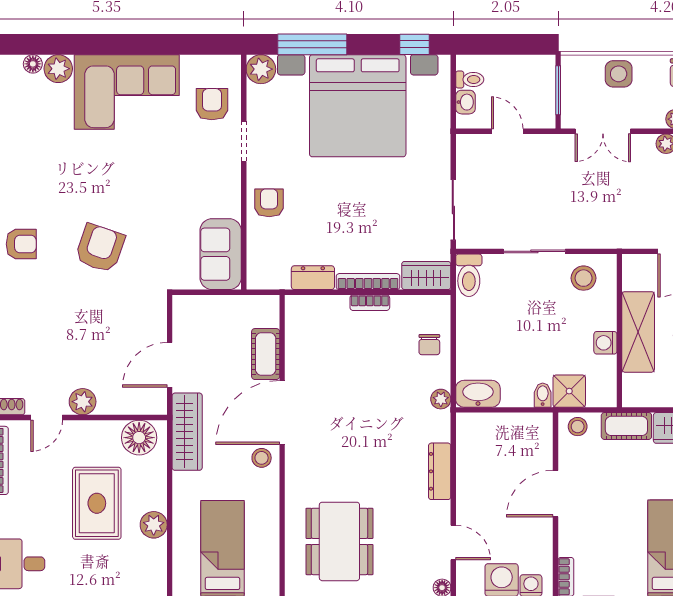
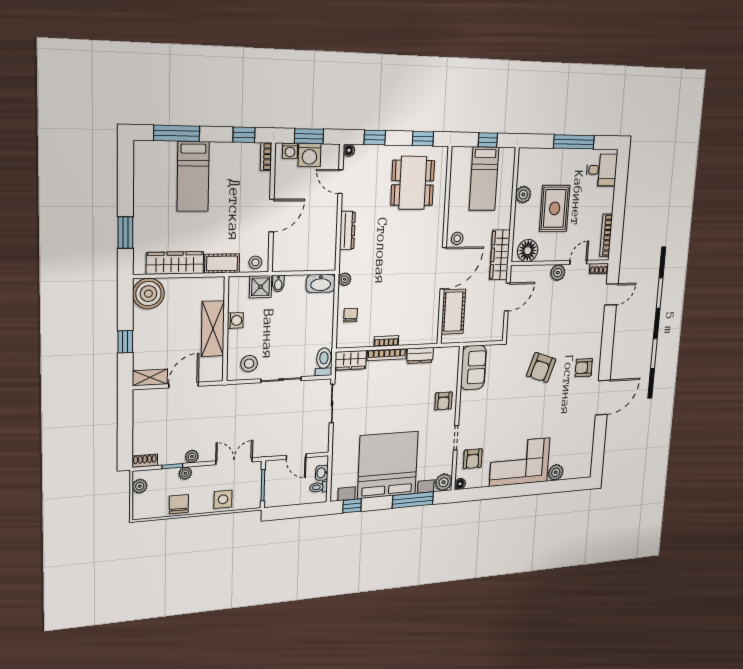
floor lamp: (33, 64) -> (460, 484), moved
cot: (266, 354) -> (453, 312), width x1.37, depth x1.34

